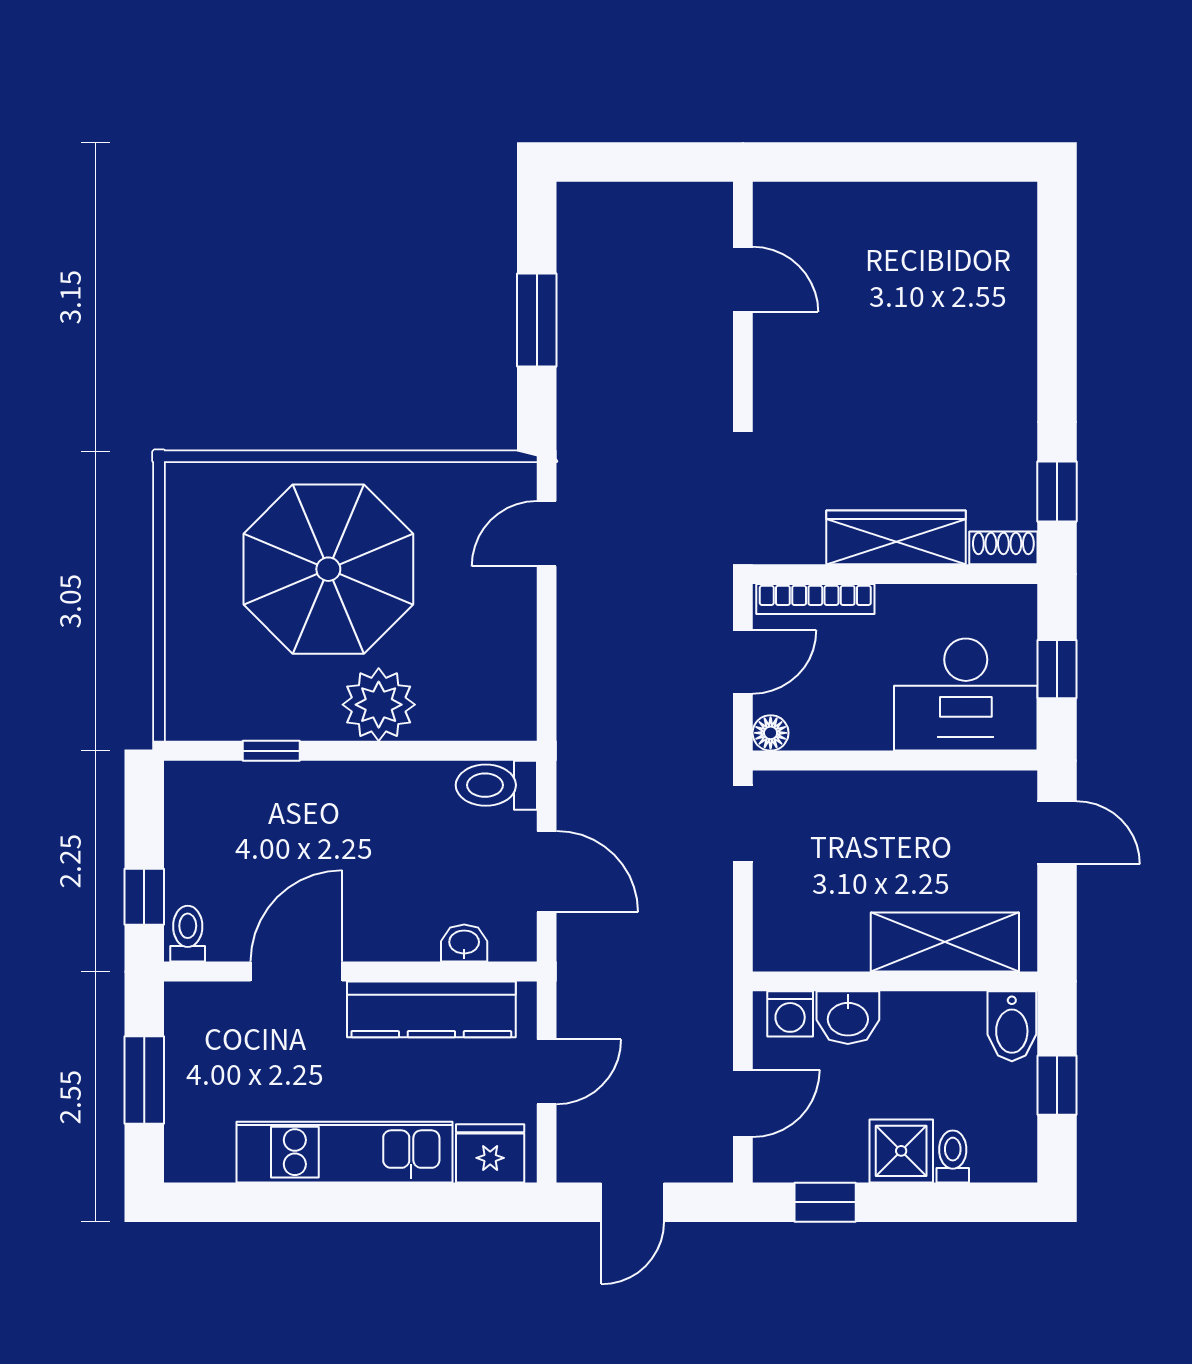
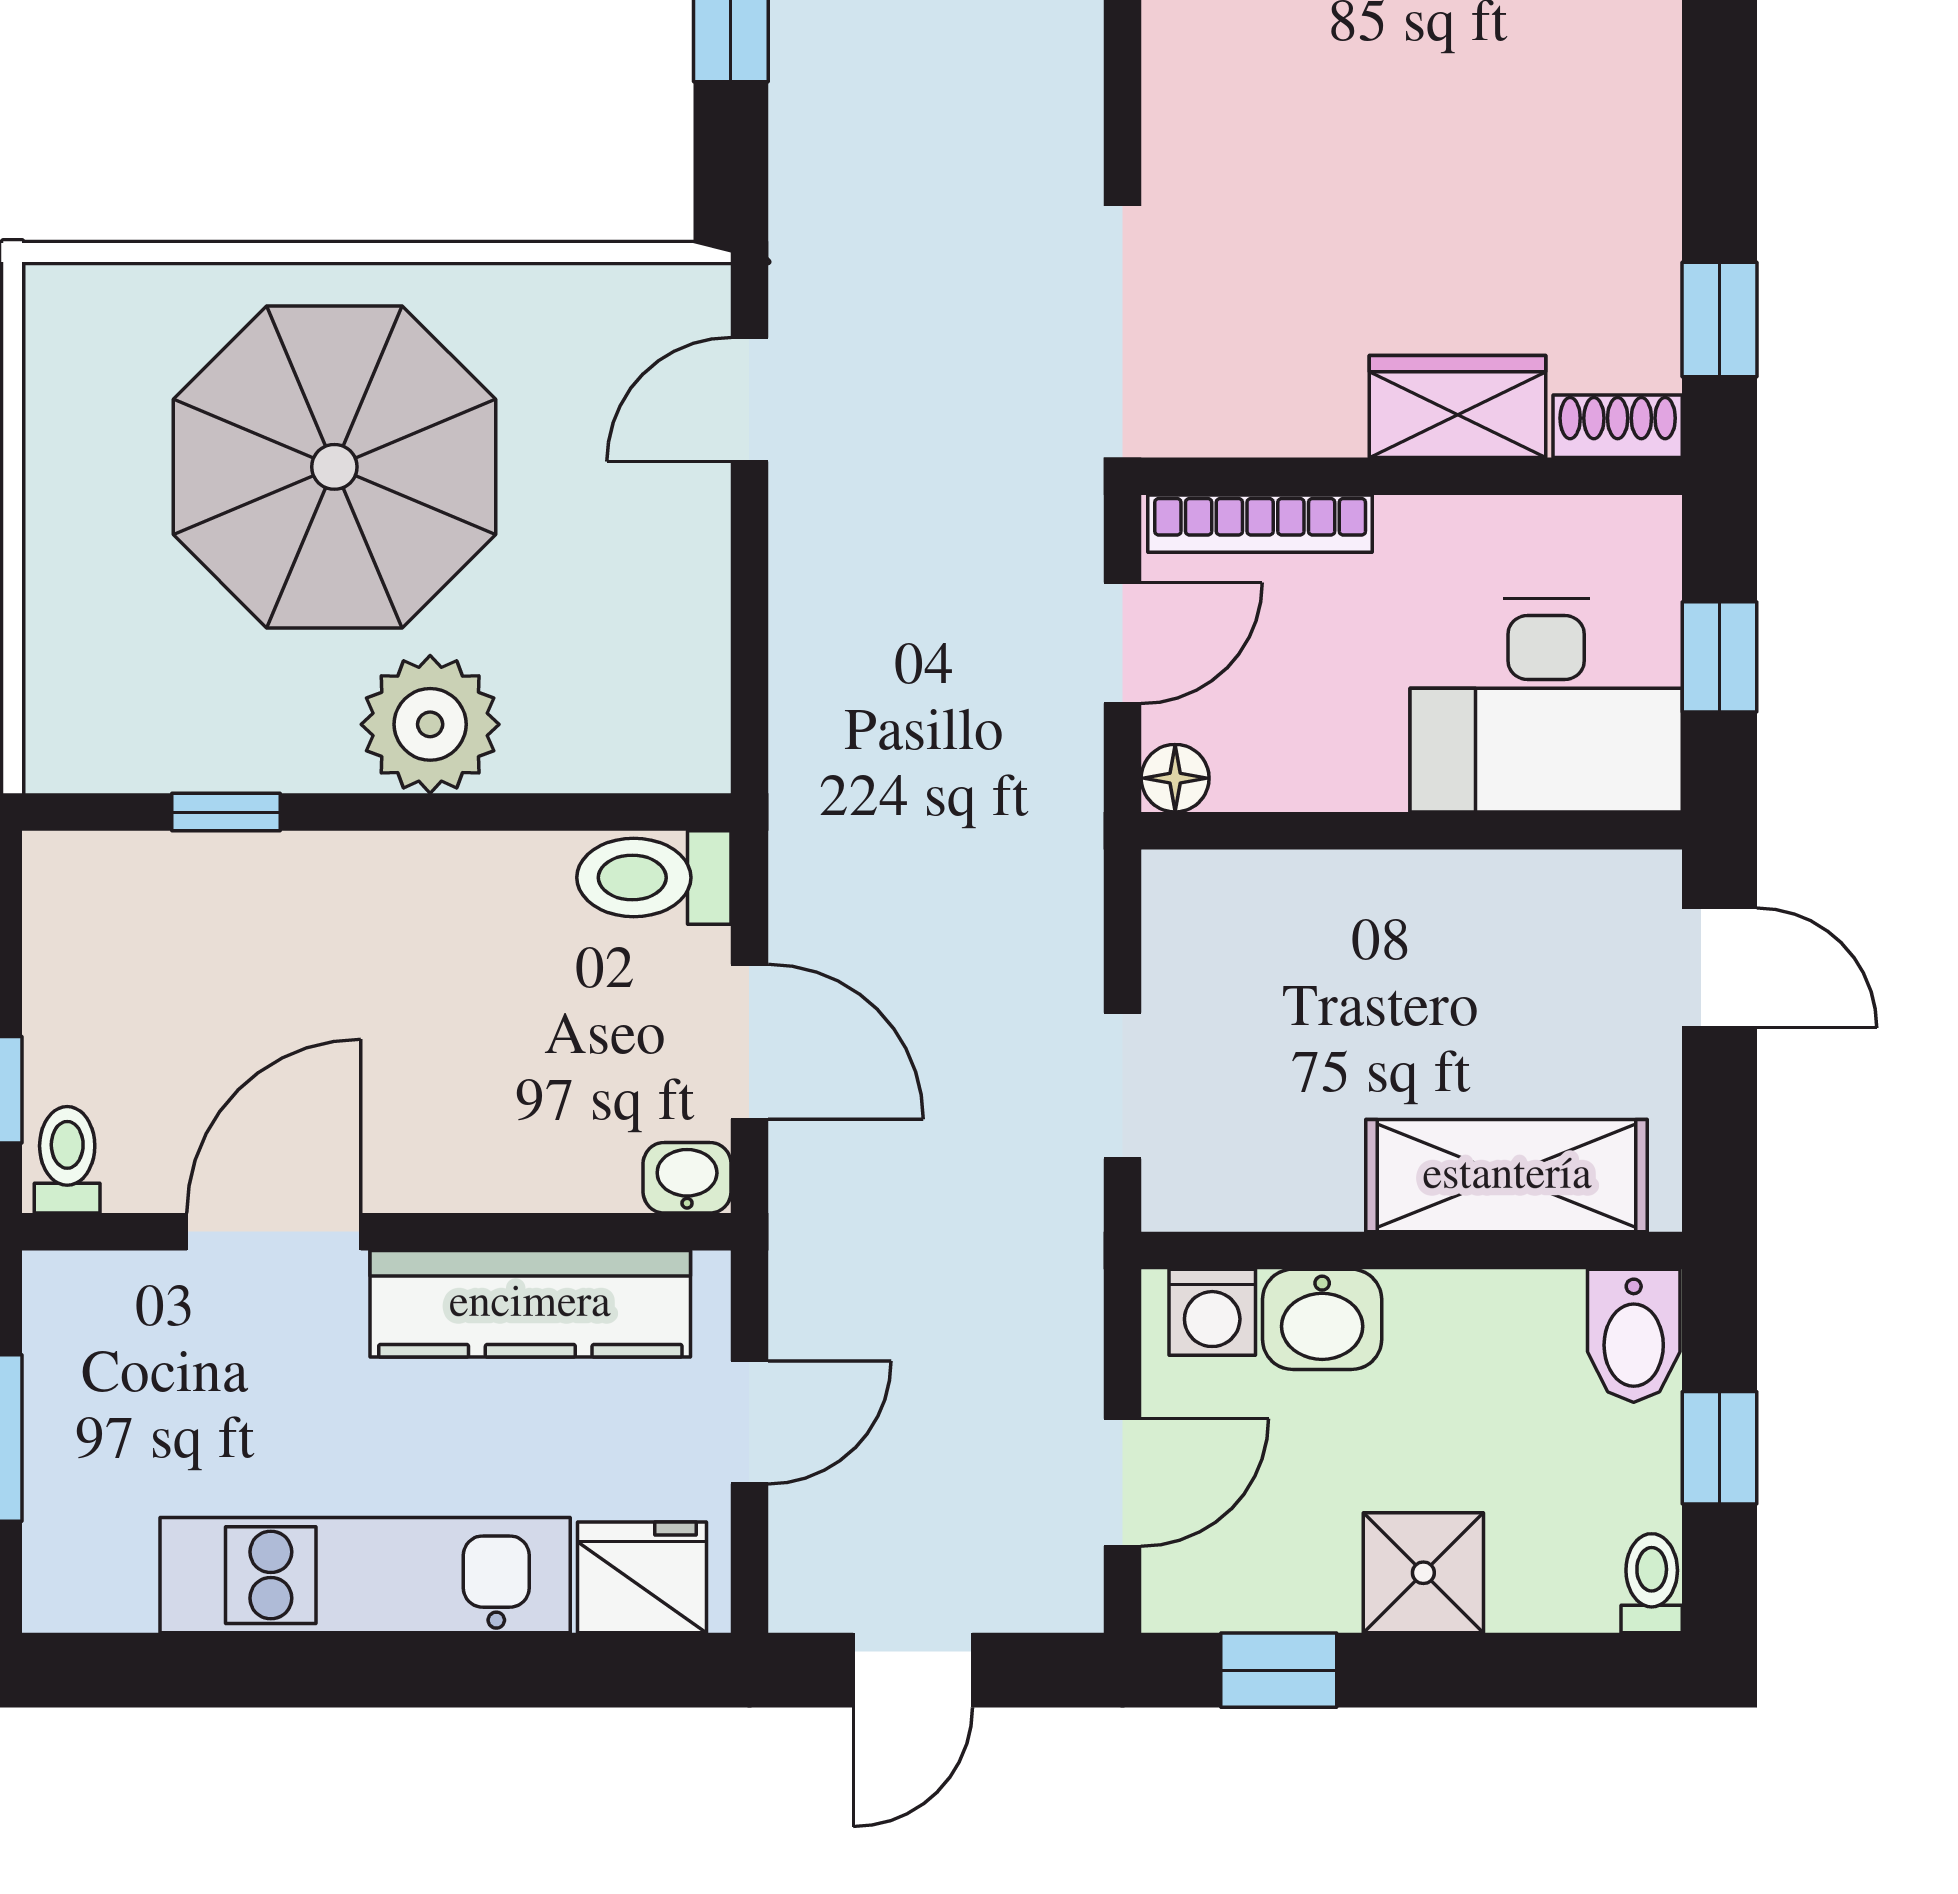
wardrobe: (896, 537) -> (1458, 407), width x0.67
doorway: (743, 823) -> (1123, 1086), moved
washbasin: (464, 943) -> (687, 1178), moved
toilet: (953, 1156) -> (1652, 1583), moved

